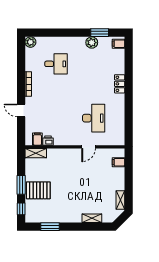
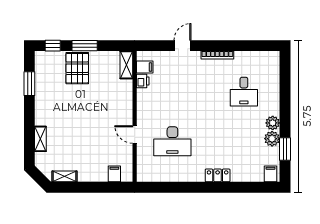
plant: (30, 42) -> (273, 123), moved

